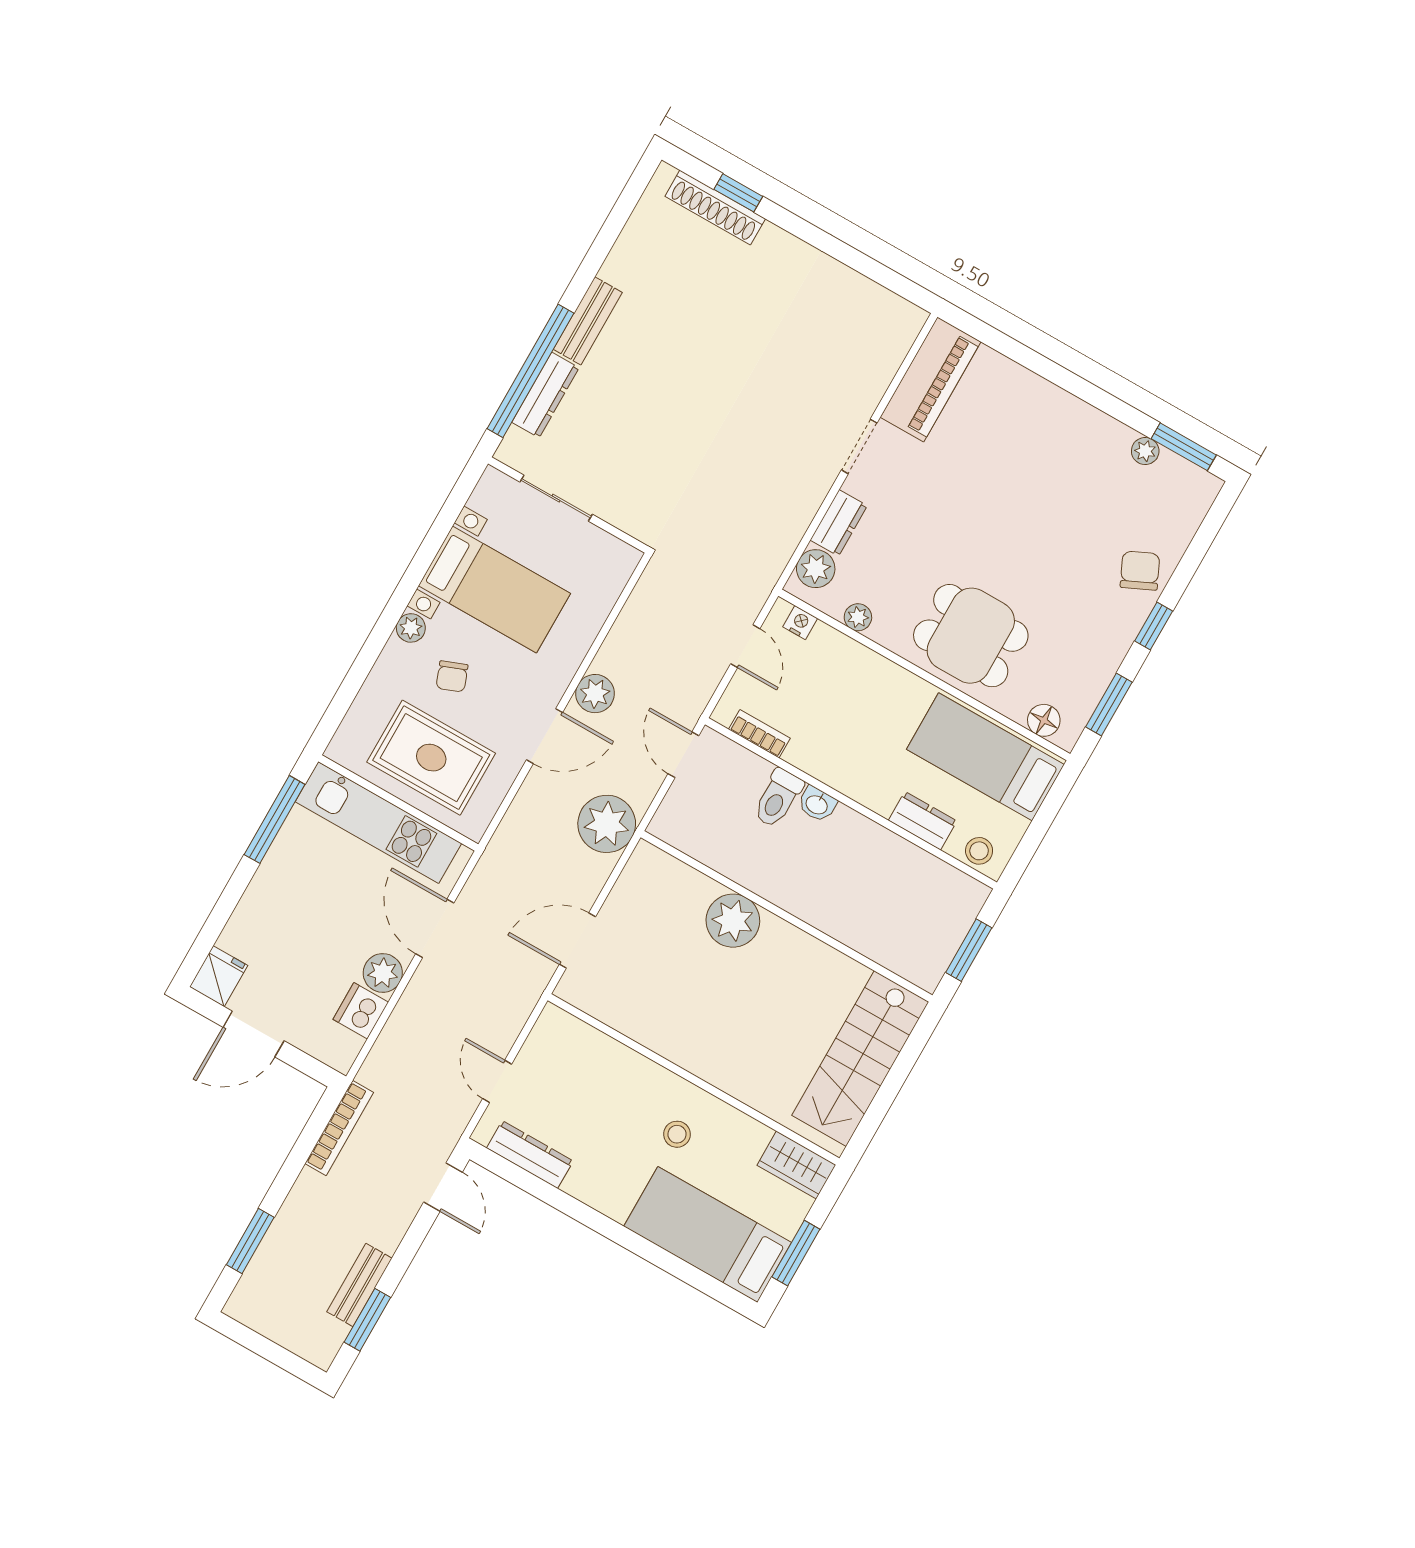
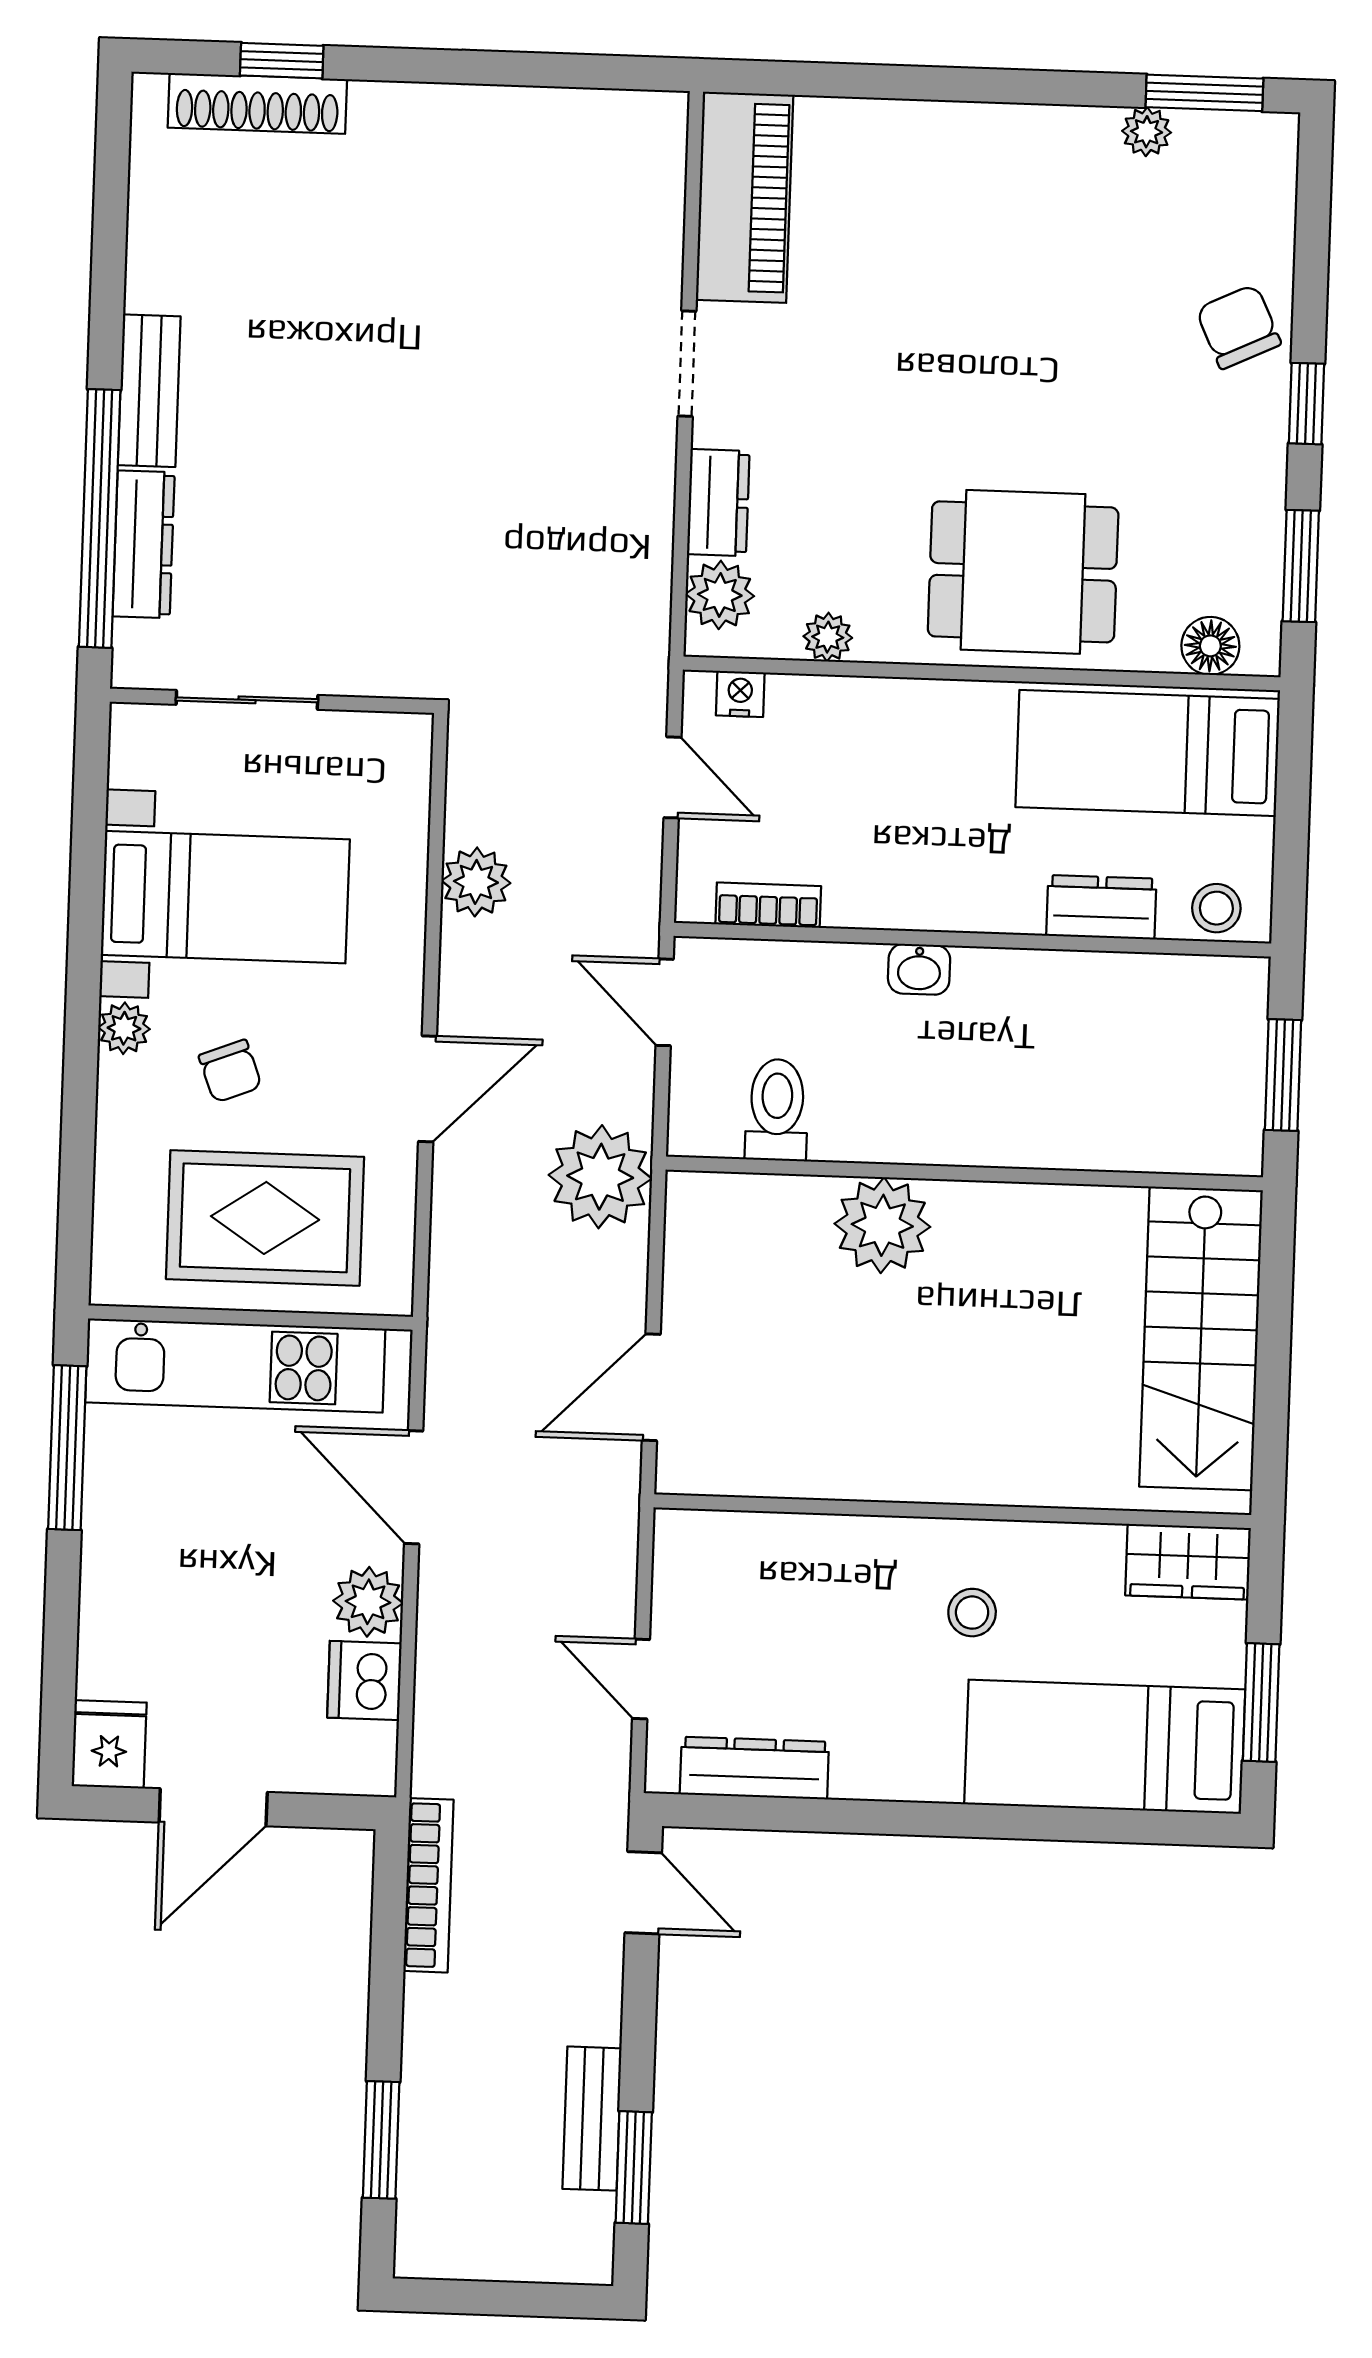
plant: (595, 694) -> (476, 882), moved
toilet: (778, 798) -> (777, 1110), moved, turned 180

